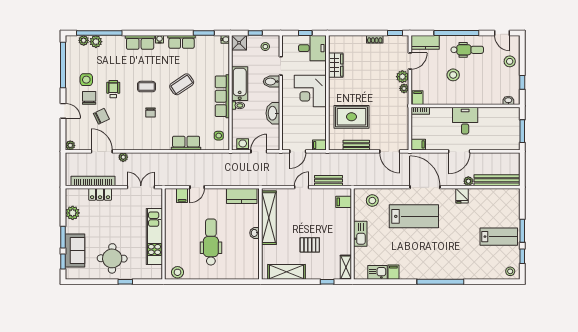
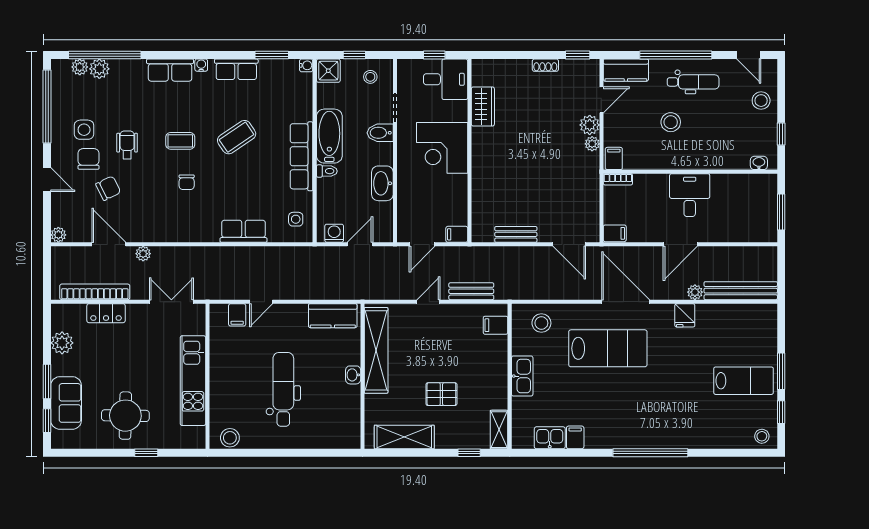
rug: (351, 117) -> (508, 189), removed

